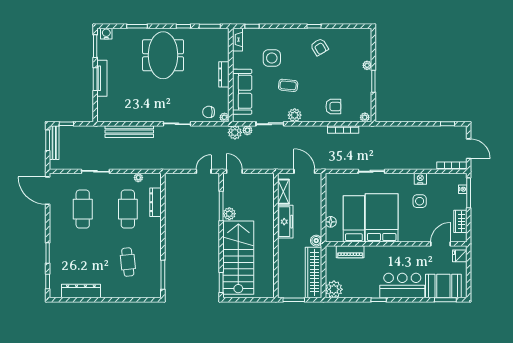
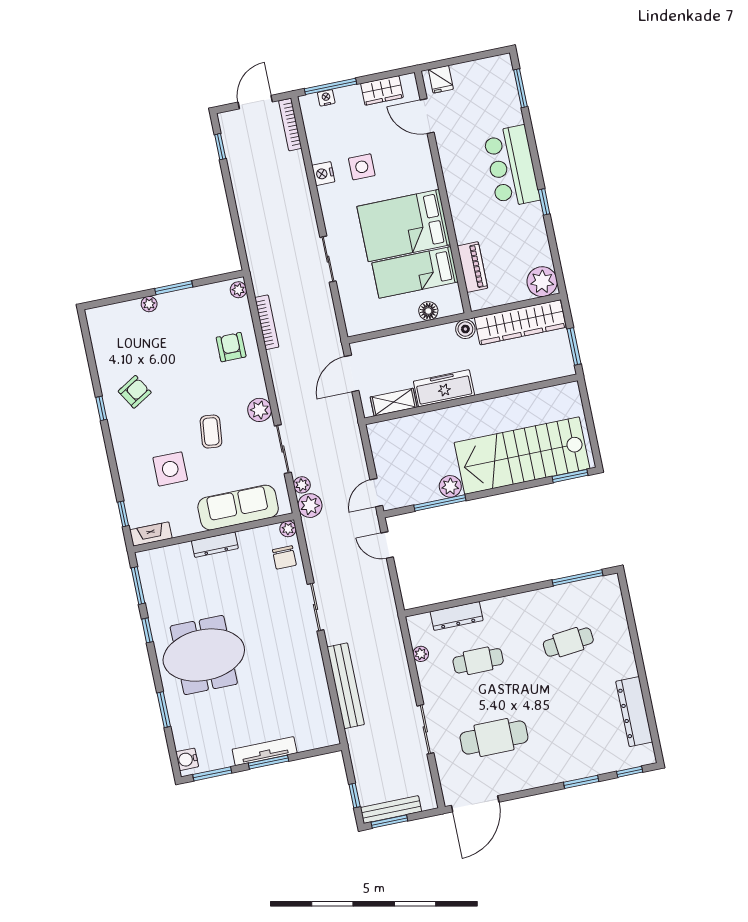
cafe table: (128, 209) -> (478, 661), width x0.73, depth x0.74
booth: (443, 286) -> (498, 96), removed

